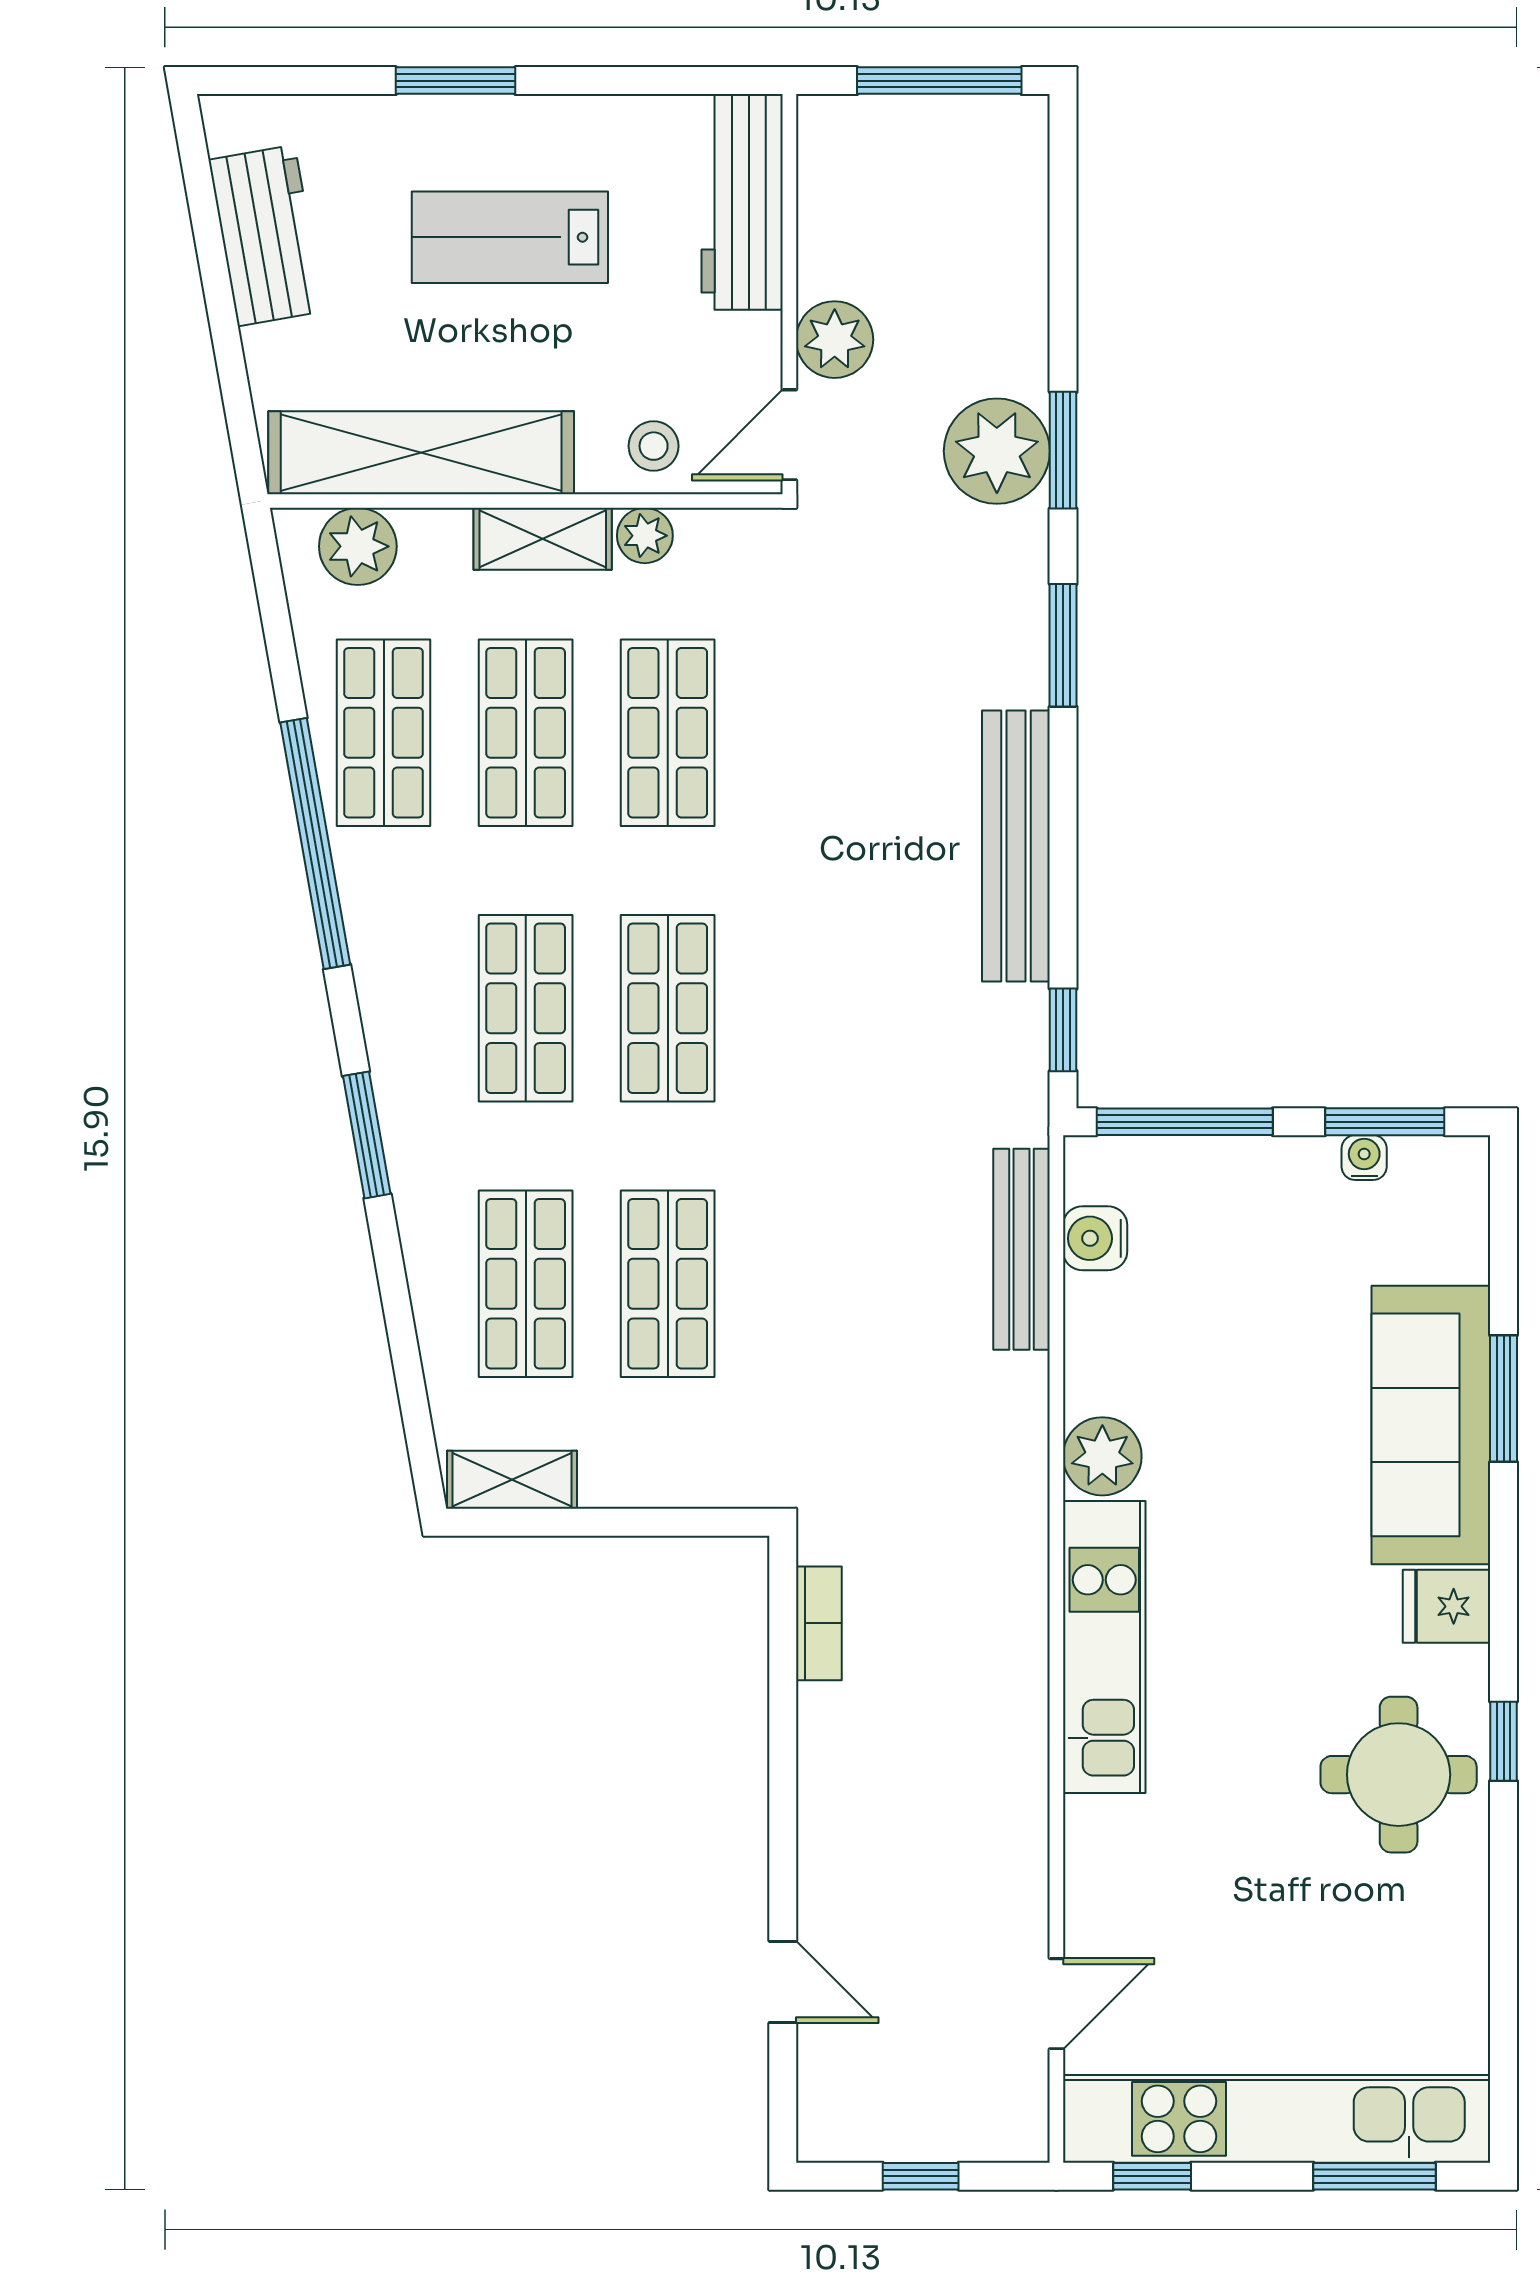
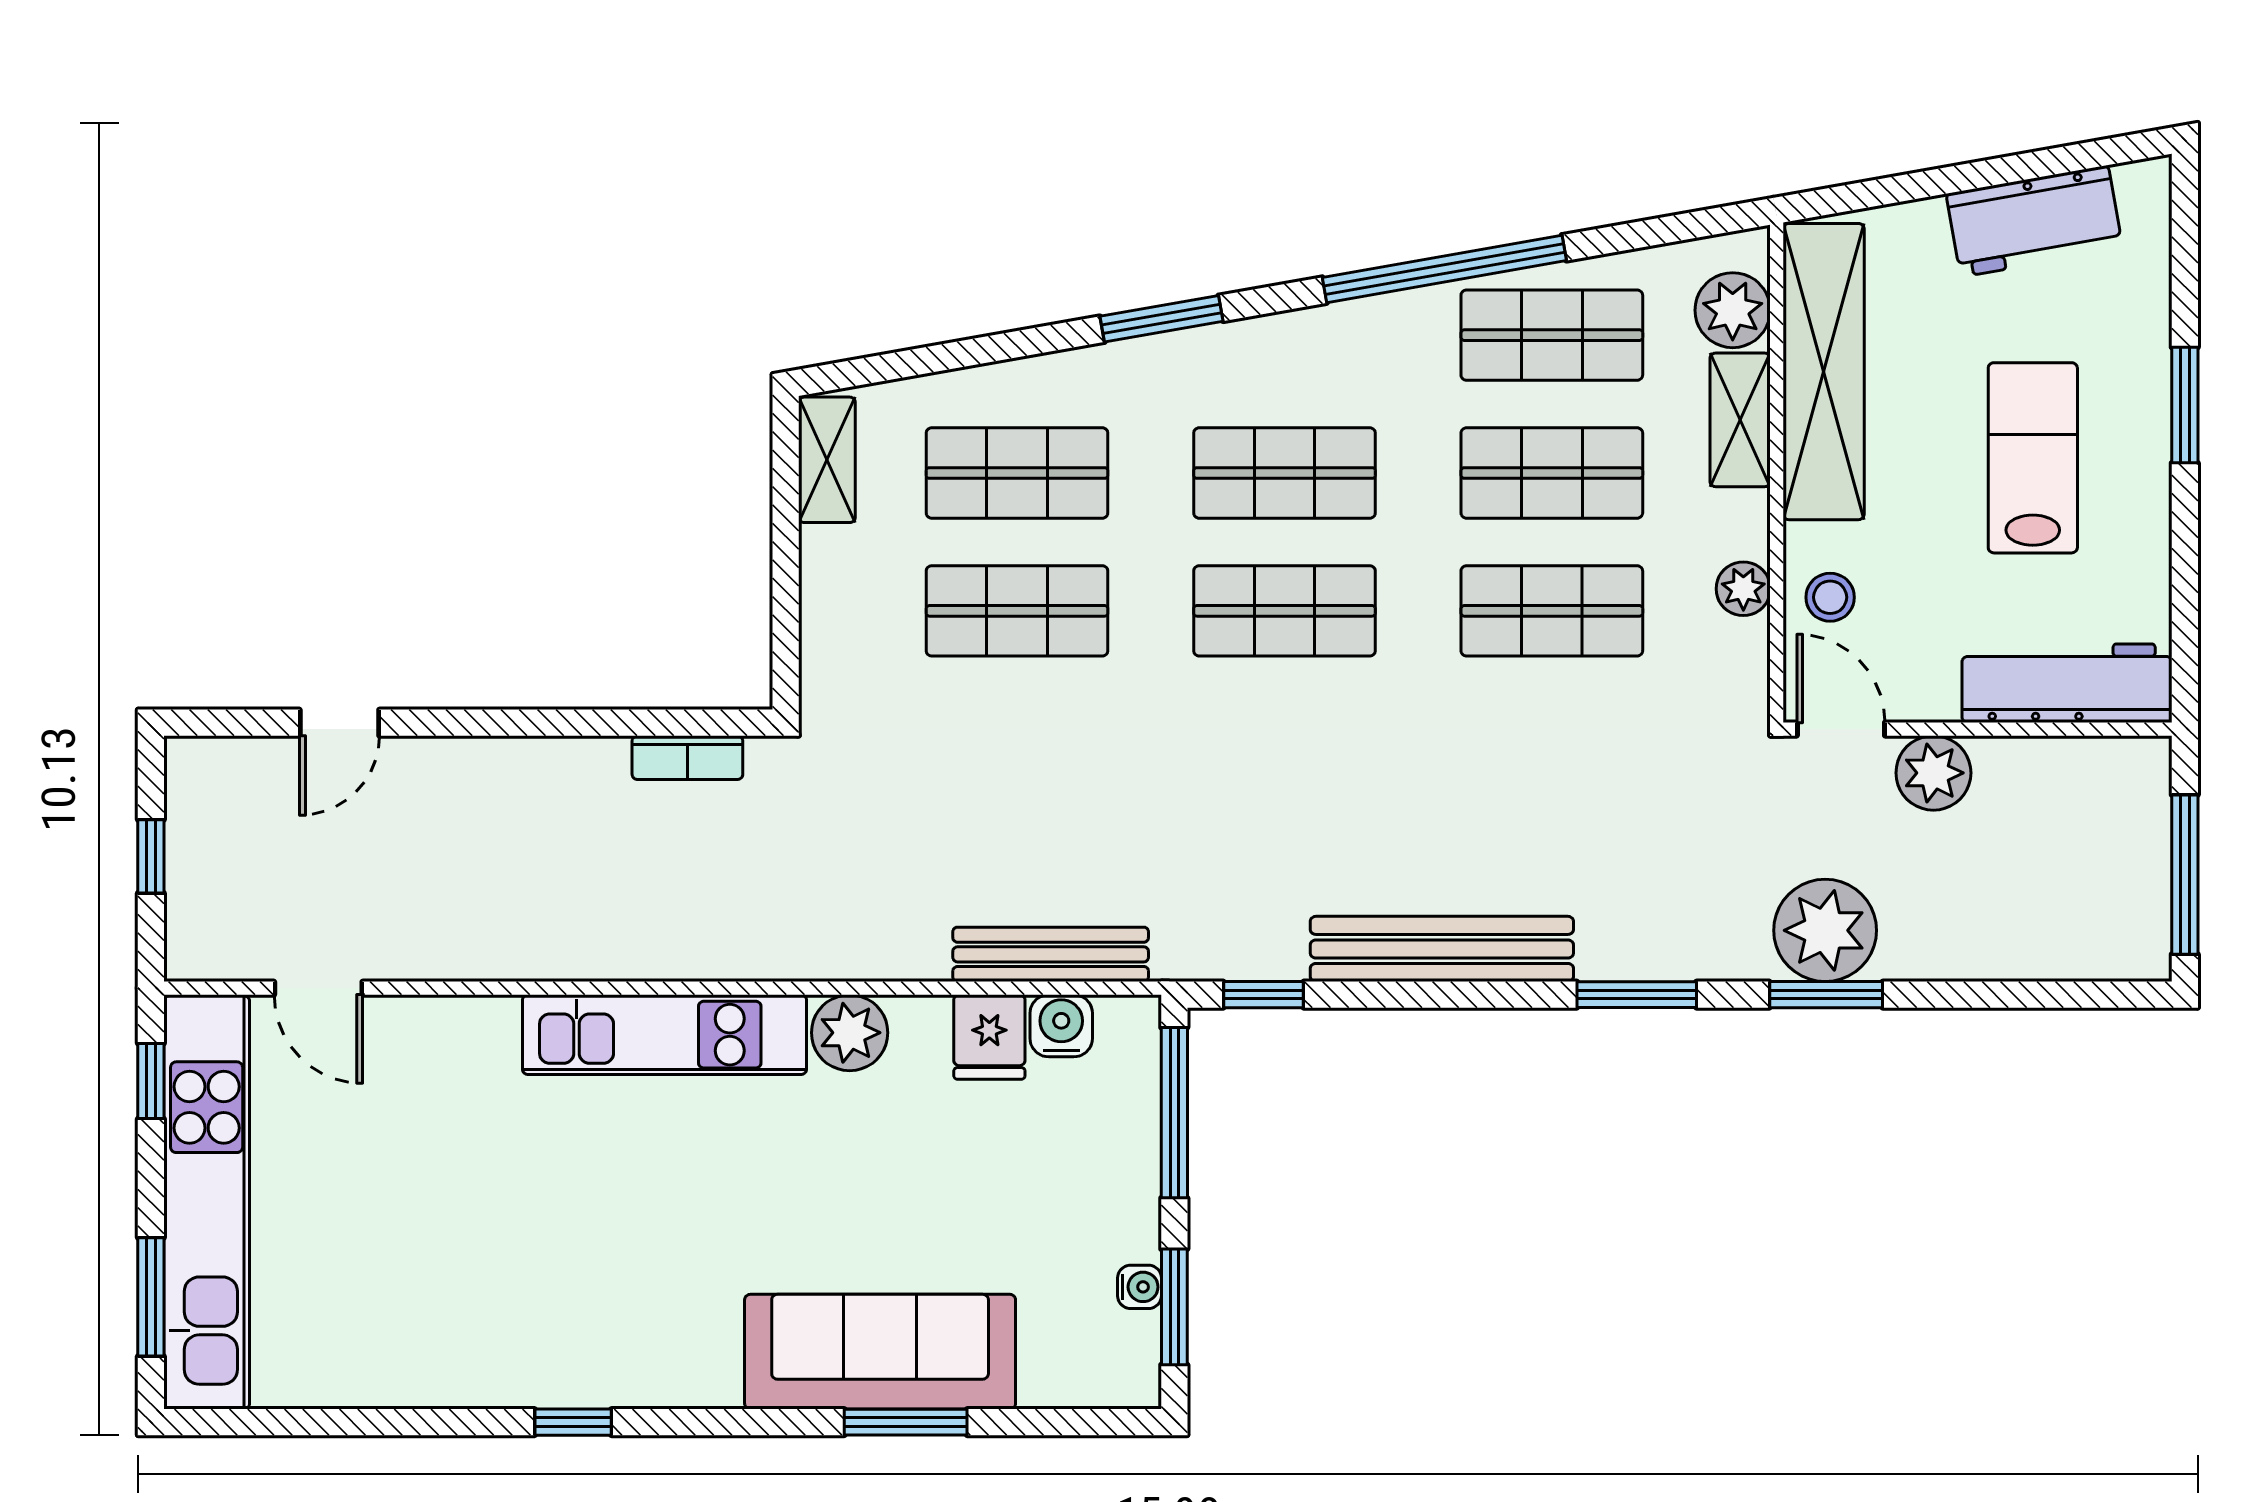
shelving: (543, 539) -> (1740, 420), moved
fridge: (1447, 1606) -> (989, 1037), moved, turned 180
round table: (1399, 1775) -> (541, 1320), removed

